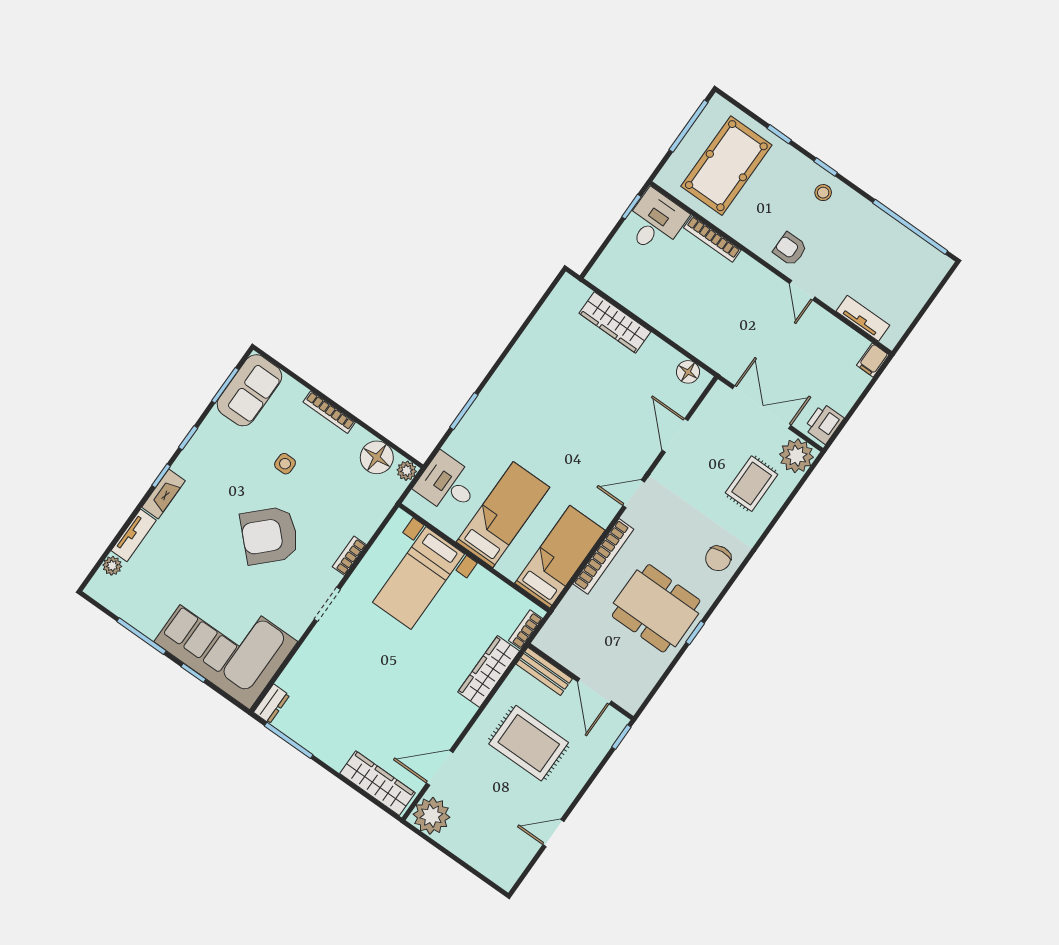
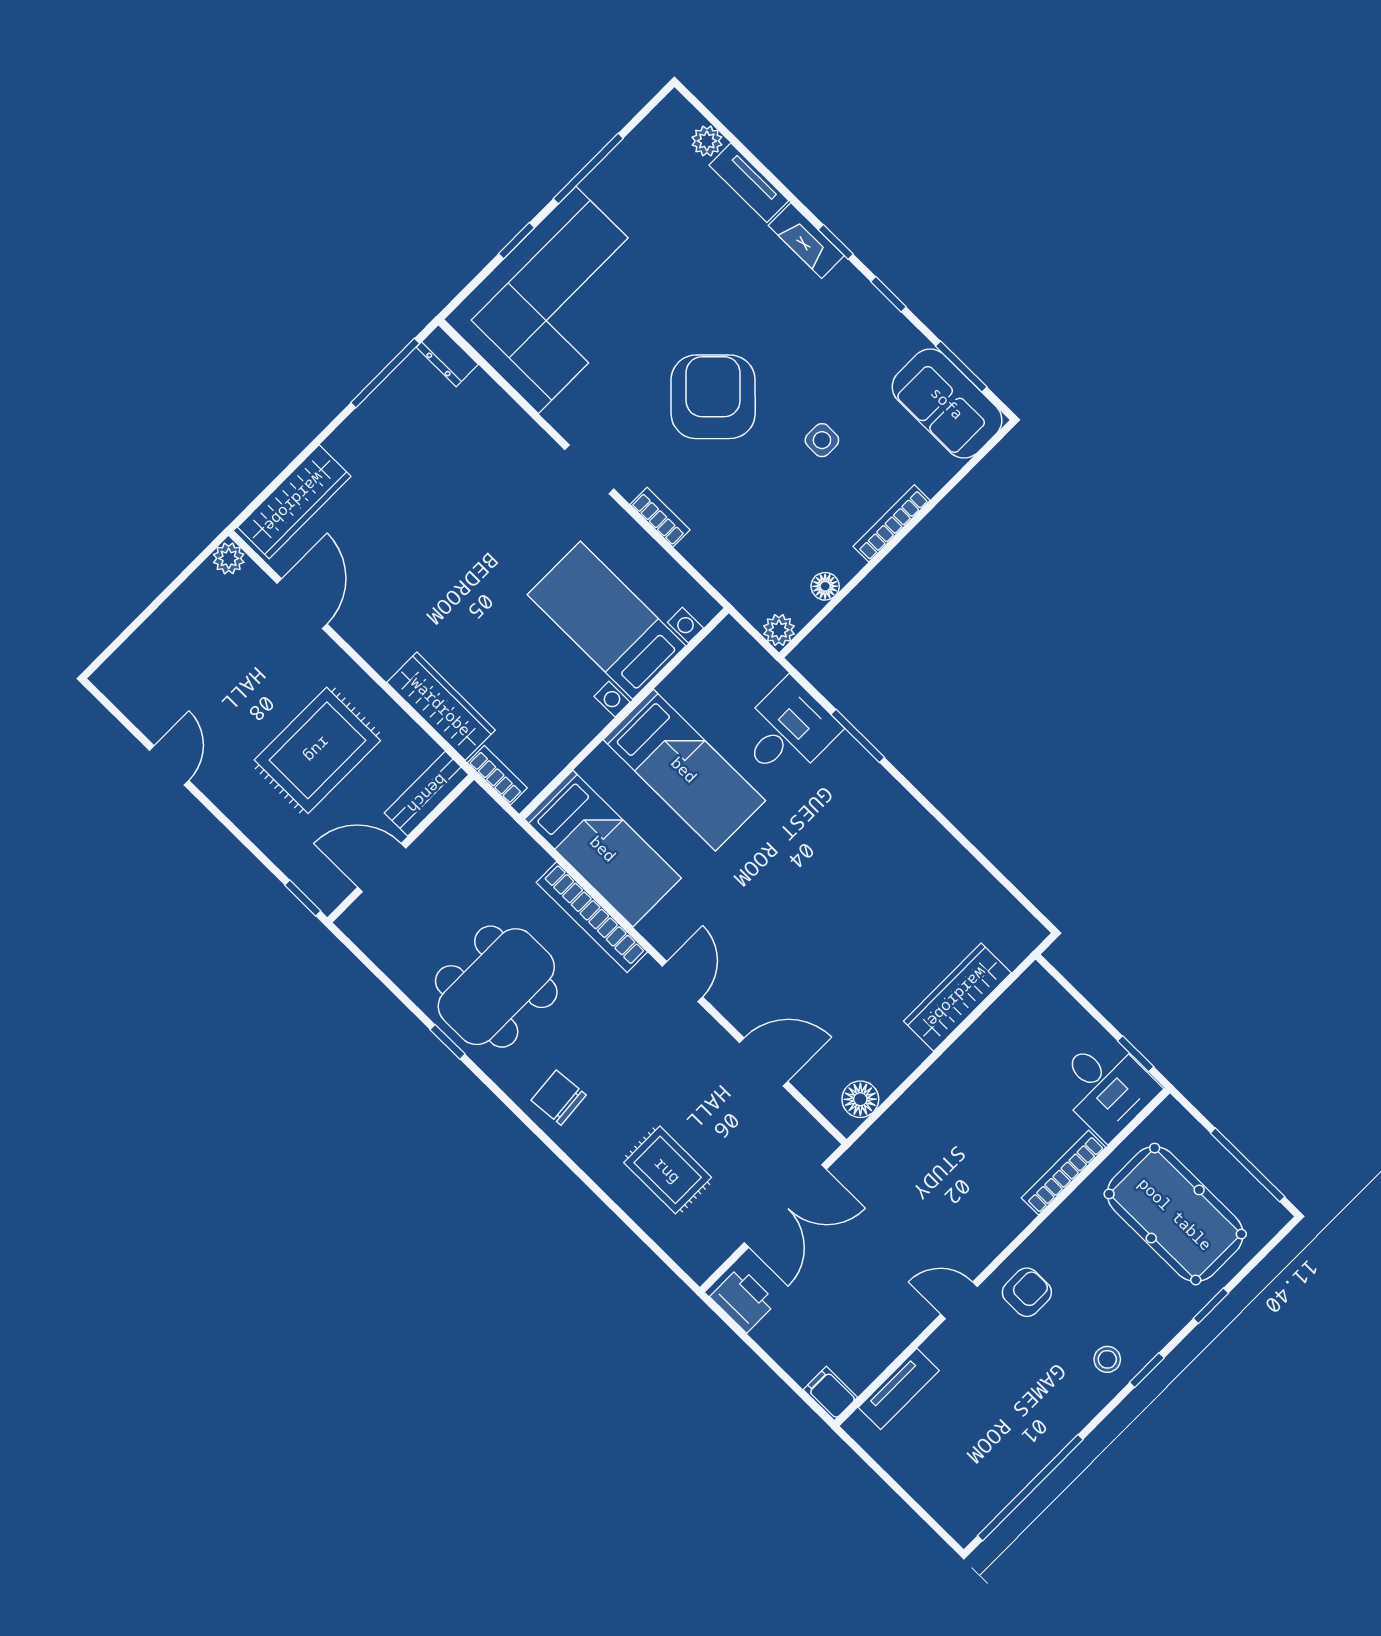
plant: (797, 456) -> (700, 1248), removed
floor lamp: (377, 457) -> (825, 586), width x0.53, depth x0.53
desk: (447, 484) -> (787, 731), moved
plant: (431, 816) -> (229, 558), width x0.53, depth x0.53

